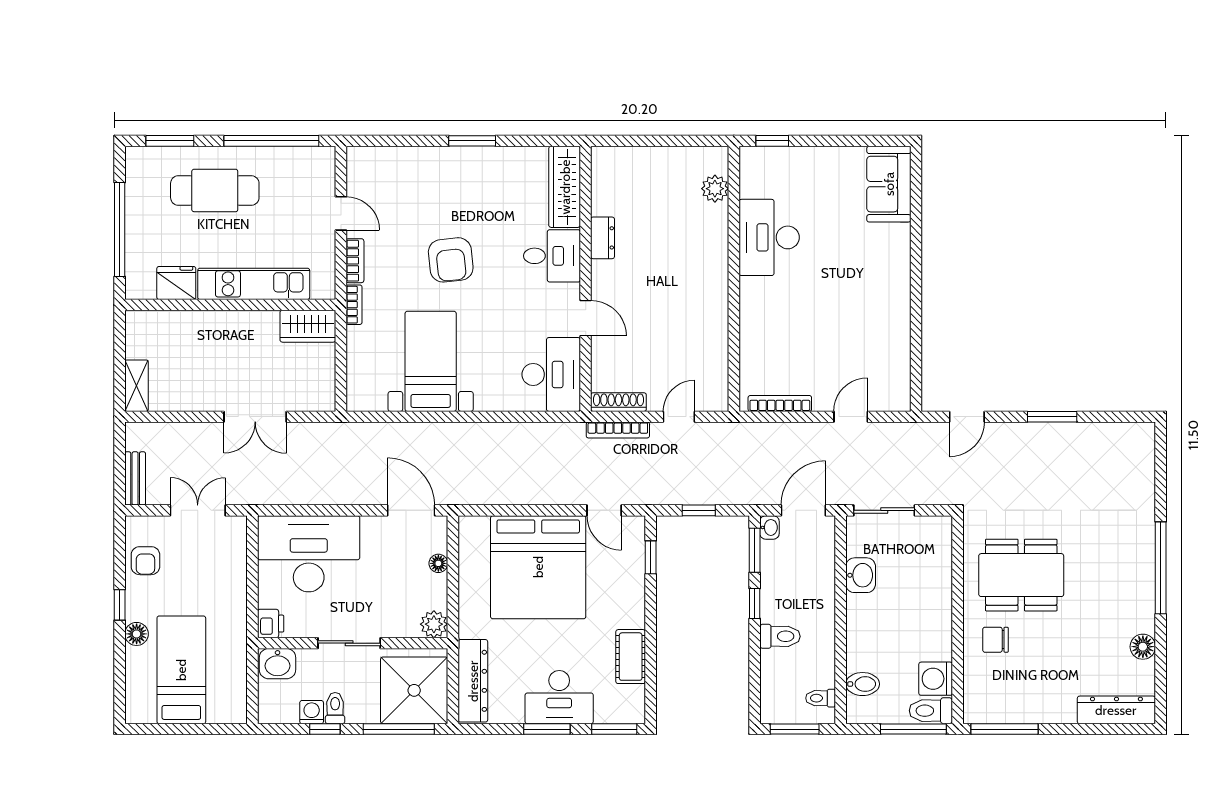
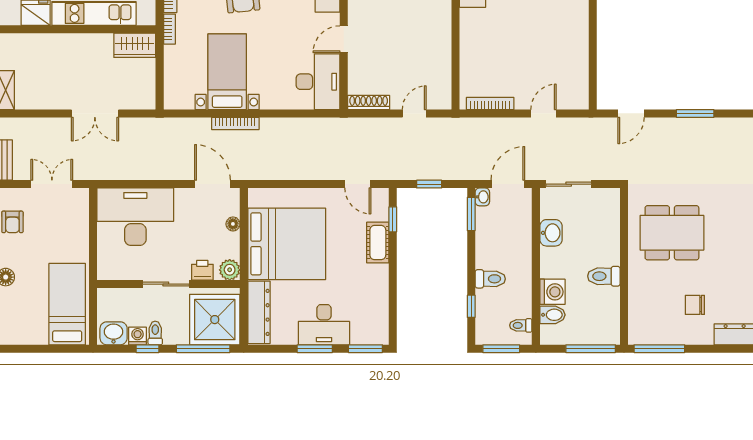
door: (586, 318) -> (344, 39), swing flipped
bookcase: (618, 430) -> (235, 124), moved
bed: (538, 567) -> (287, 244), moved, turned -90
window: (755, 603) -> (471, 306), moved
printer: (271, 624) -> (202, 270), moved, turned -90
chair: (995, 640) -> (695, 305), moved
cot: (631, 657) -> (378, 243), moved
washbasin: (278, 664) -> (114, 333), moved, turned 180
bed: (181, 670) -> (67, 304), moved
washing machine: (936, 679) -> (552, 292), moved, turned 180
toilet: (931, 711) -> (604, 276), moved

